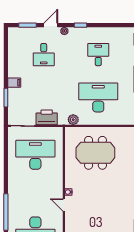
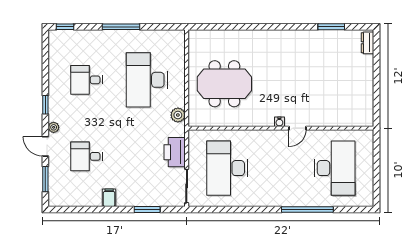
desk: (44, 55) -> (87, 156), turned 180
filing cabinet: (14, 83) -> (109, 198), moved
meeting table: (95, 153) -> (224, 84), turned 90

